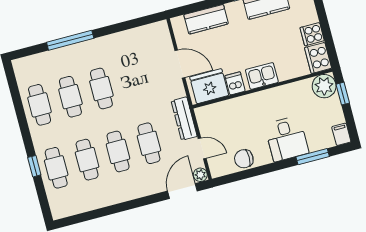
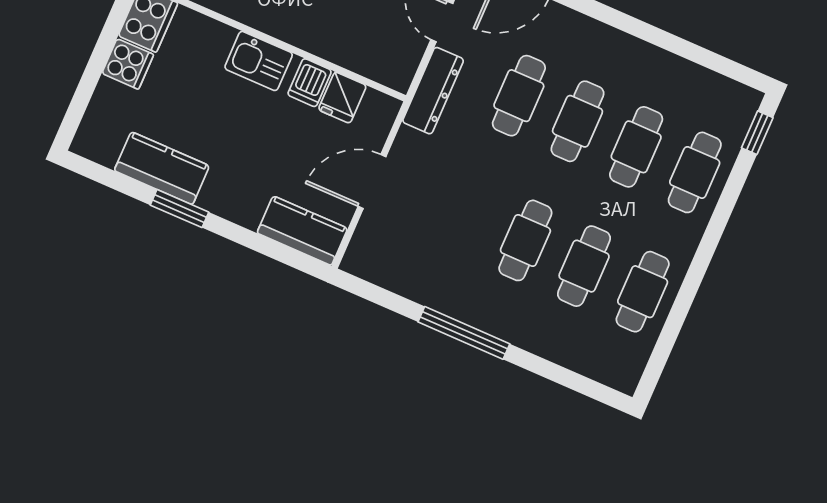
kitchen counter: (206, 19) -> (302, 231), moved
window: (70, 40) -> (464, 333), moved
door: (180, 64) -> (372, 182), hinge flipped
fridge: (209, 86) -> (342, 98), width x0.53, depth x0.75
window: (34, 166) -> (757, 133), moved

